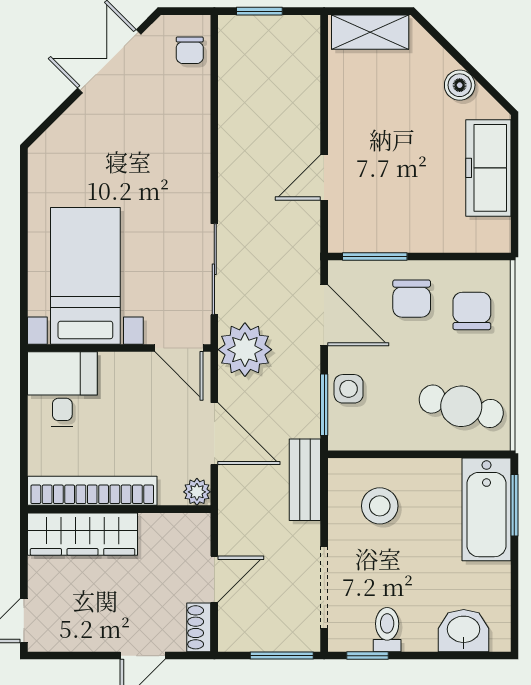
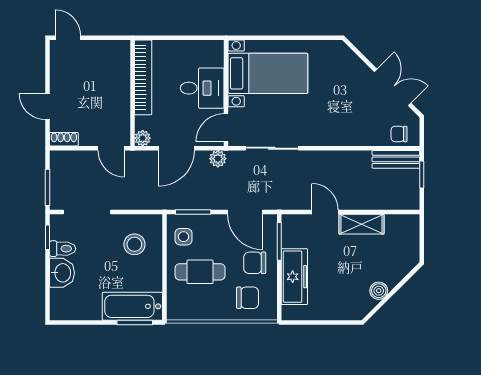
shelving: (370, 32) -> (361, 224), moved, turned 90
freezer: (488, 168) -> (294, 277), moved, turned 90
door: (324, 315) -> (245, 212), hinge flipped
plant: (245, 350) -> (218, 159), width x0.53, depth x0.53
desk: (62, 389) -> (202, 88), moved
side table: (349, 389) -> (184, 237), moved
cafe table: (461, 406) -> (200, 272), moved, turned 76
bench: (305, 480) -> (396, 159), moved
wardrobe: (83, 534) -> (118, 72), removed
door: (214, 579) -> (111, 148), moved
washbasin: (464, 631) -> (62, 273), moved

